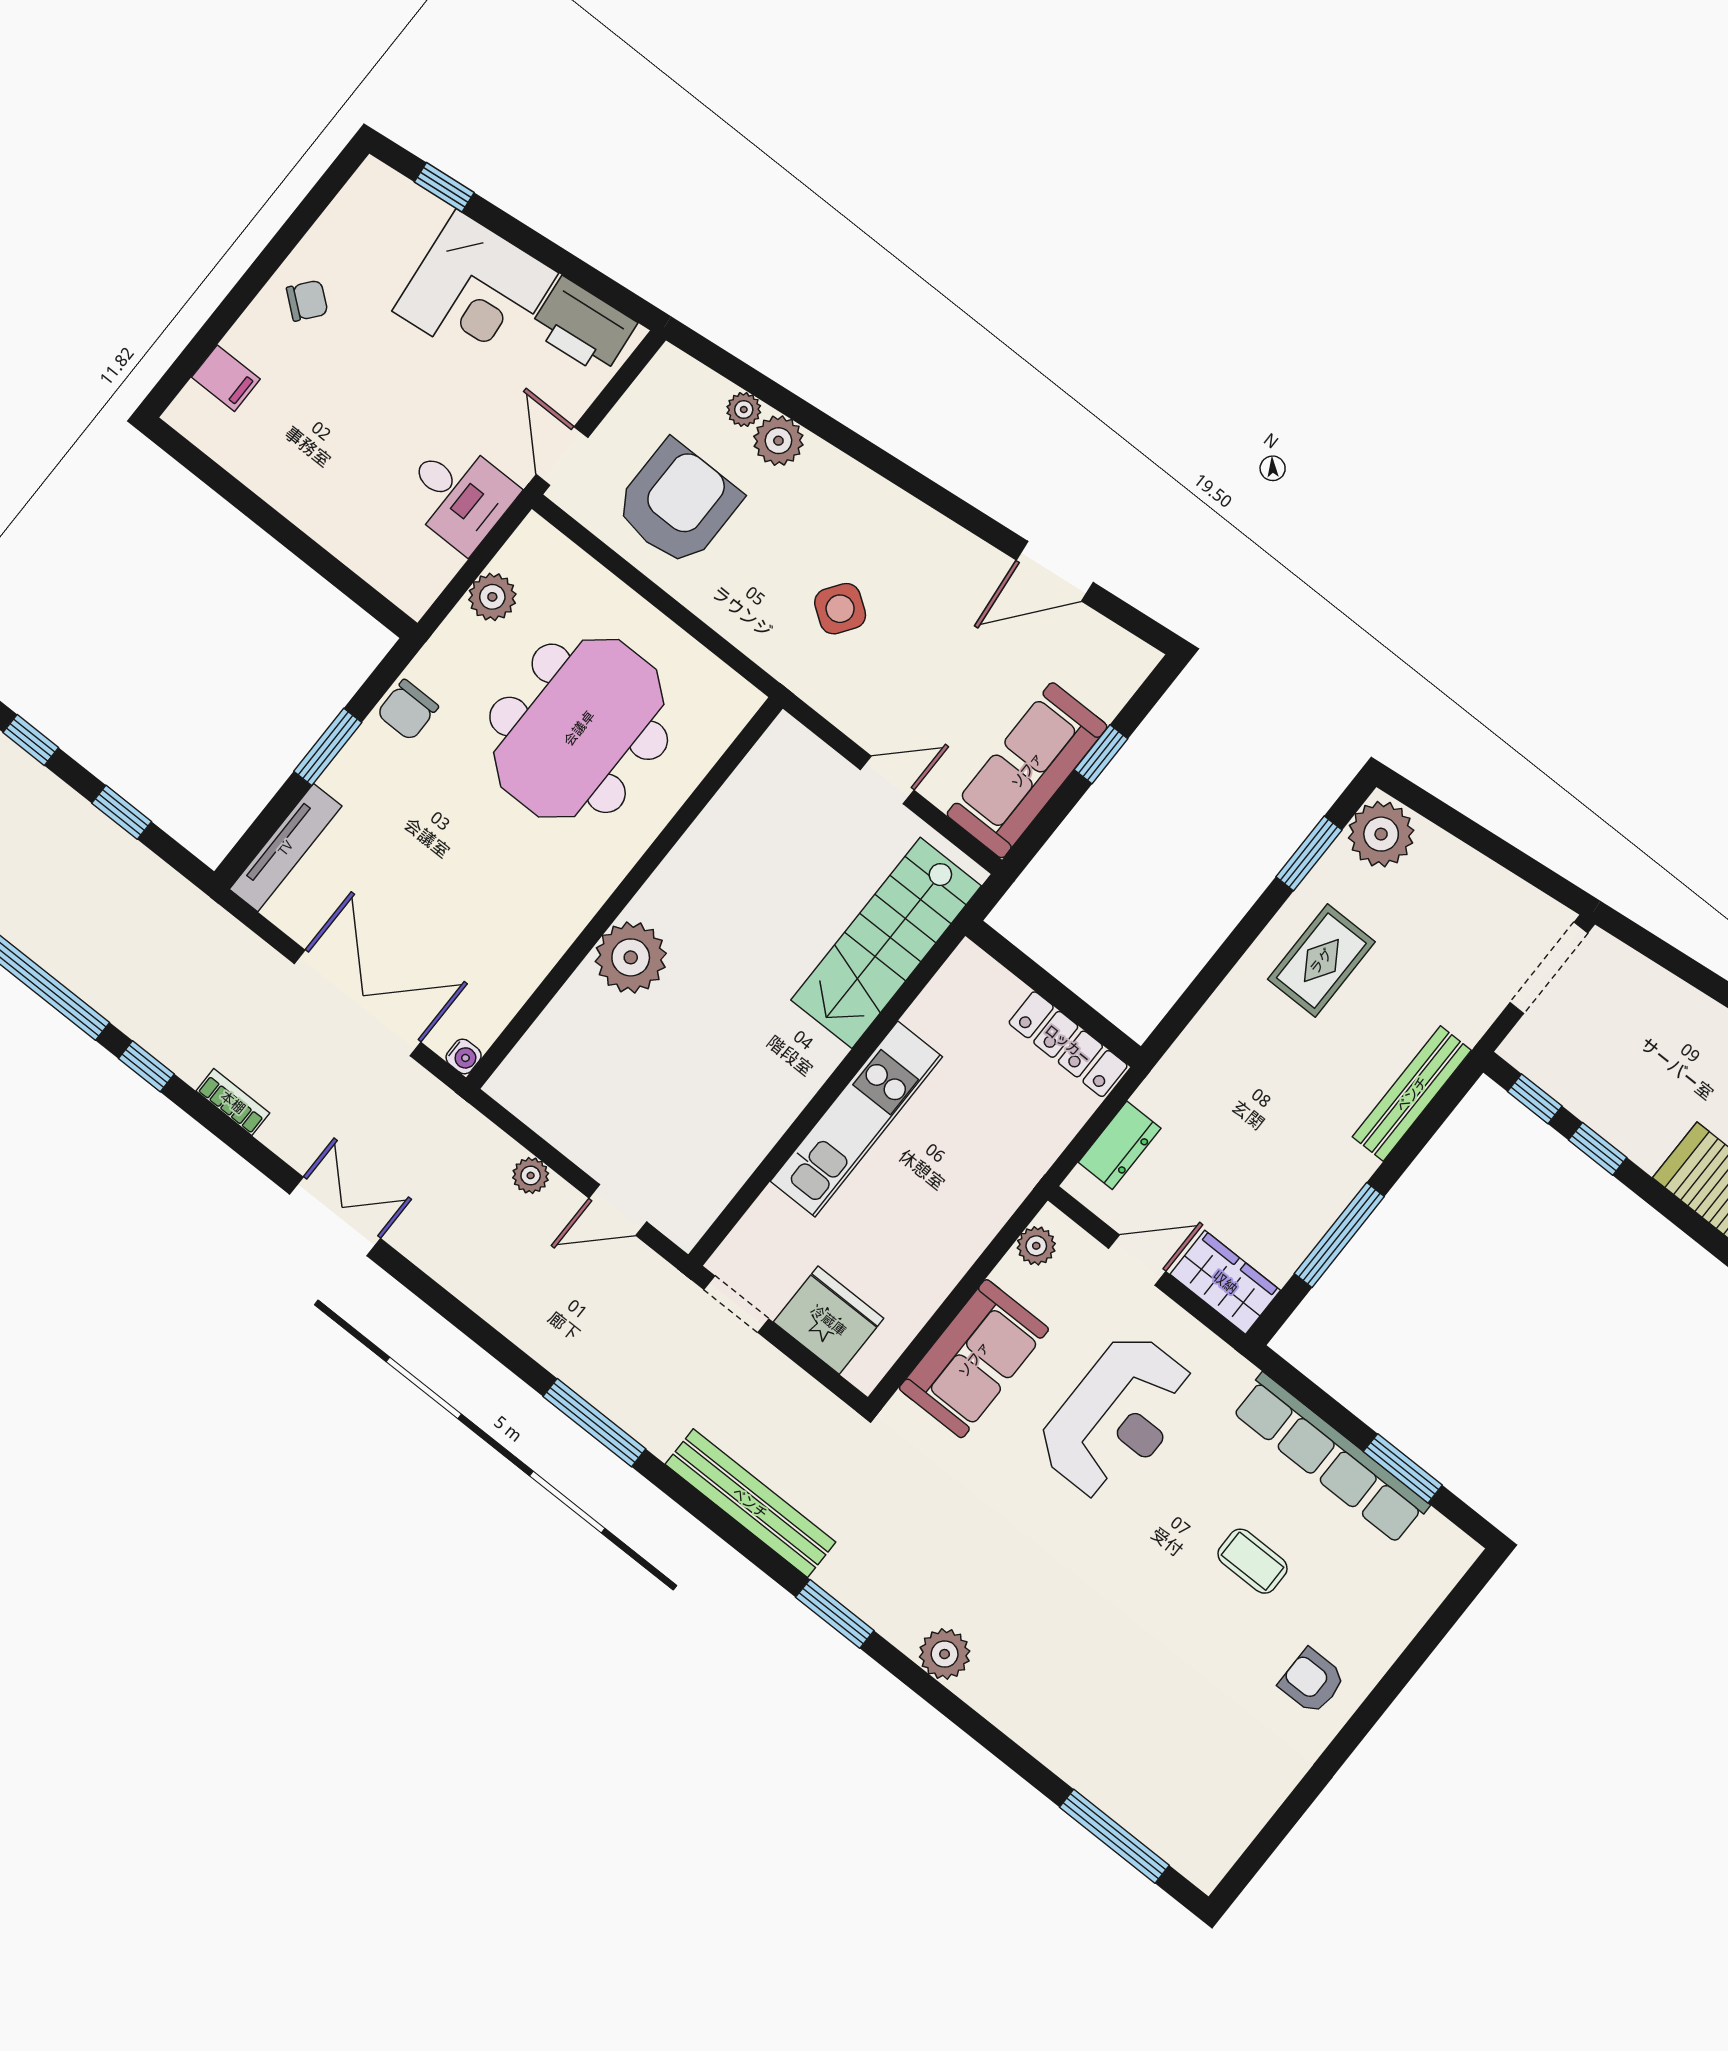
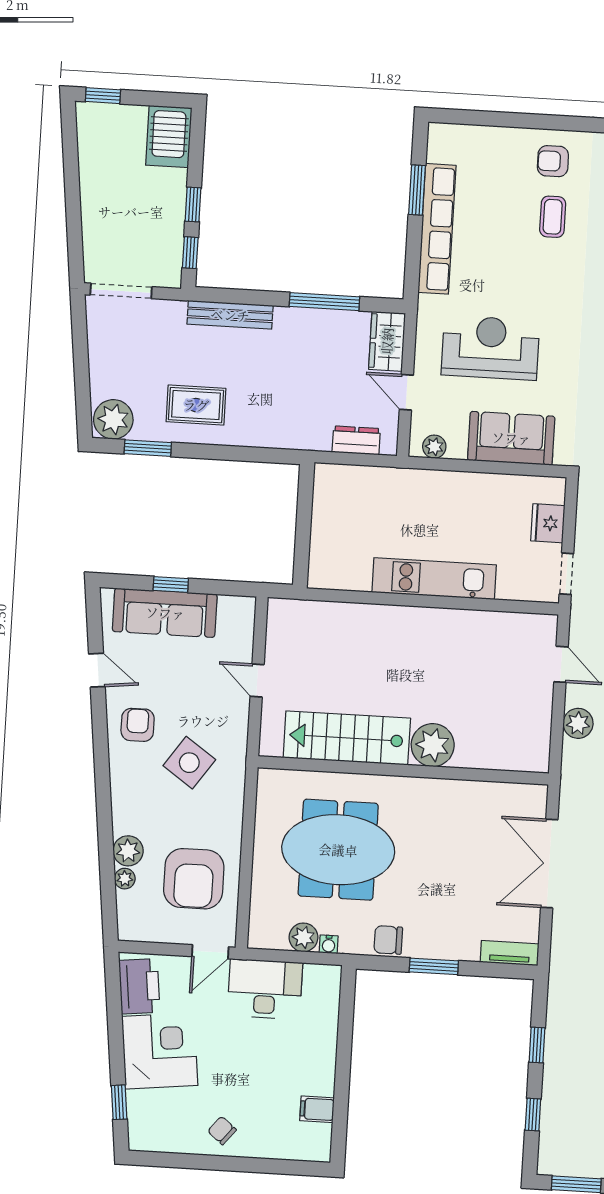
filing cabinet: (226, 378) -> (317, 1109), moved, turned -90
desk: (459, 495) -> (265, 989), width x1.37
armchair: (678, 504) -> (194, 879), turned -90
door: (1055, 571) -> (97, 670), width x0.73
armchair: (941, 574) -> (138, 725), added
side table: (840, 609) -> (189, 763), width x1.37, depth x1.37
chair: (408, 710) -> (388, 940), turned 180
sofa: (1027, 770) -> (165, 613), moved
tv unit: (286, 848) -> (510, 953), width x0.71
stairs: (886, 943) -> (347, 738), moved, turned 180
locker: (1068, 1044) -> (324, 501), removed
water cooler: (464, 1056) -> (329, 944), moved, turned 180
plant: (531, 1175) -> (578, 723), width x1.38, depth x1.38
fridge: (829, 1320) -> (548, 523), width x0.73, depth x0.75
coffee table: (1253, 1561) -> (553, 217), moved
armchair: (1312, 1681) -> (553, 161), turned 90

